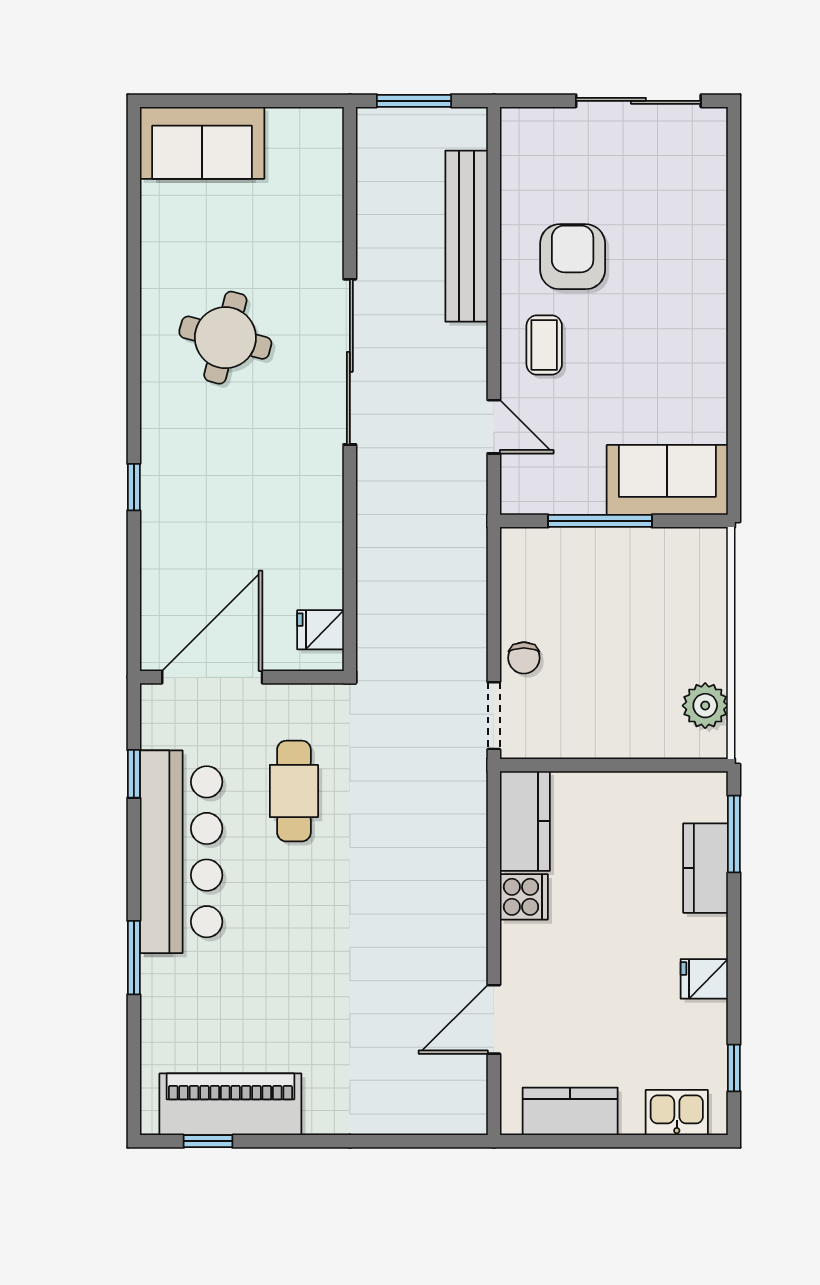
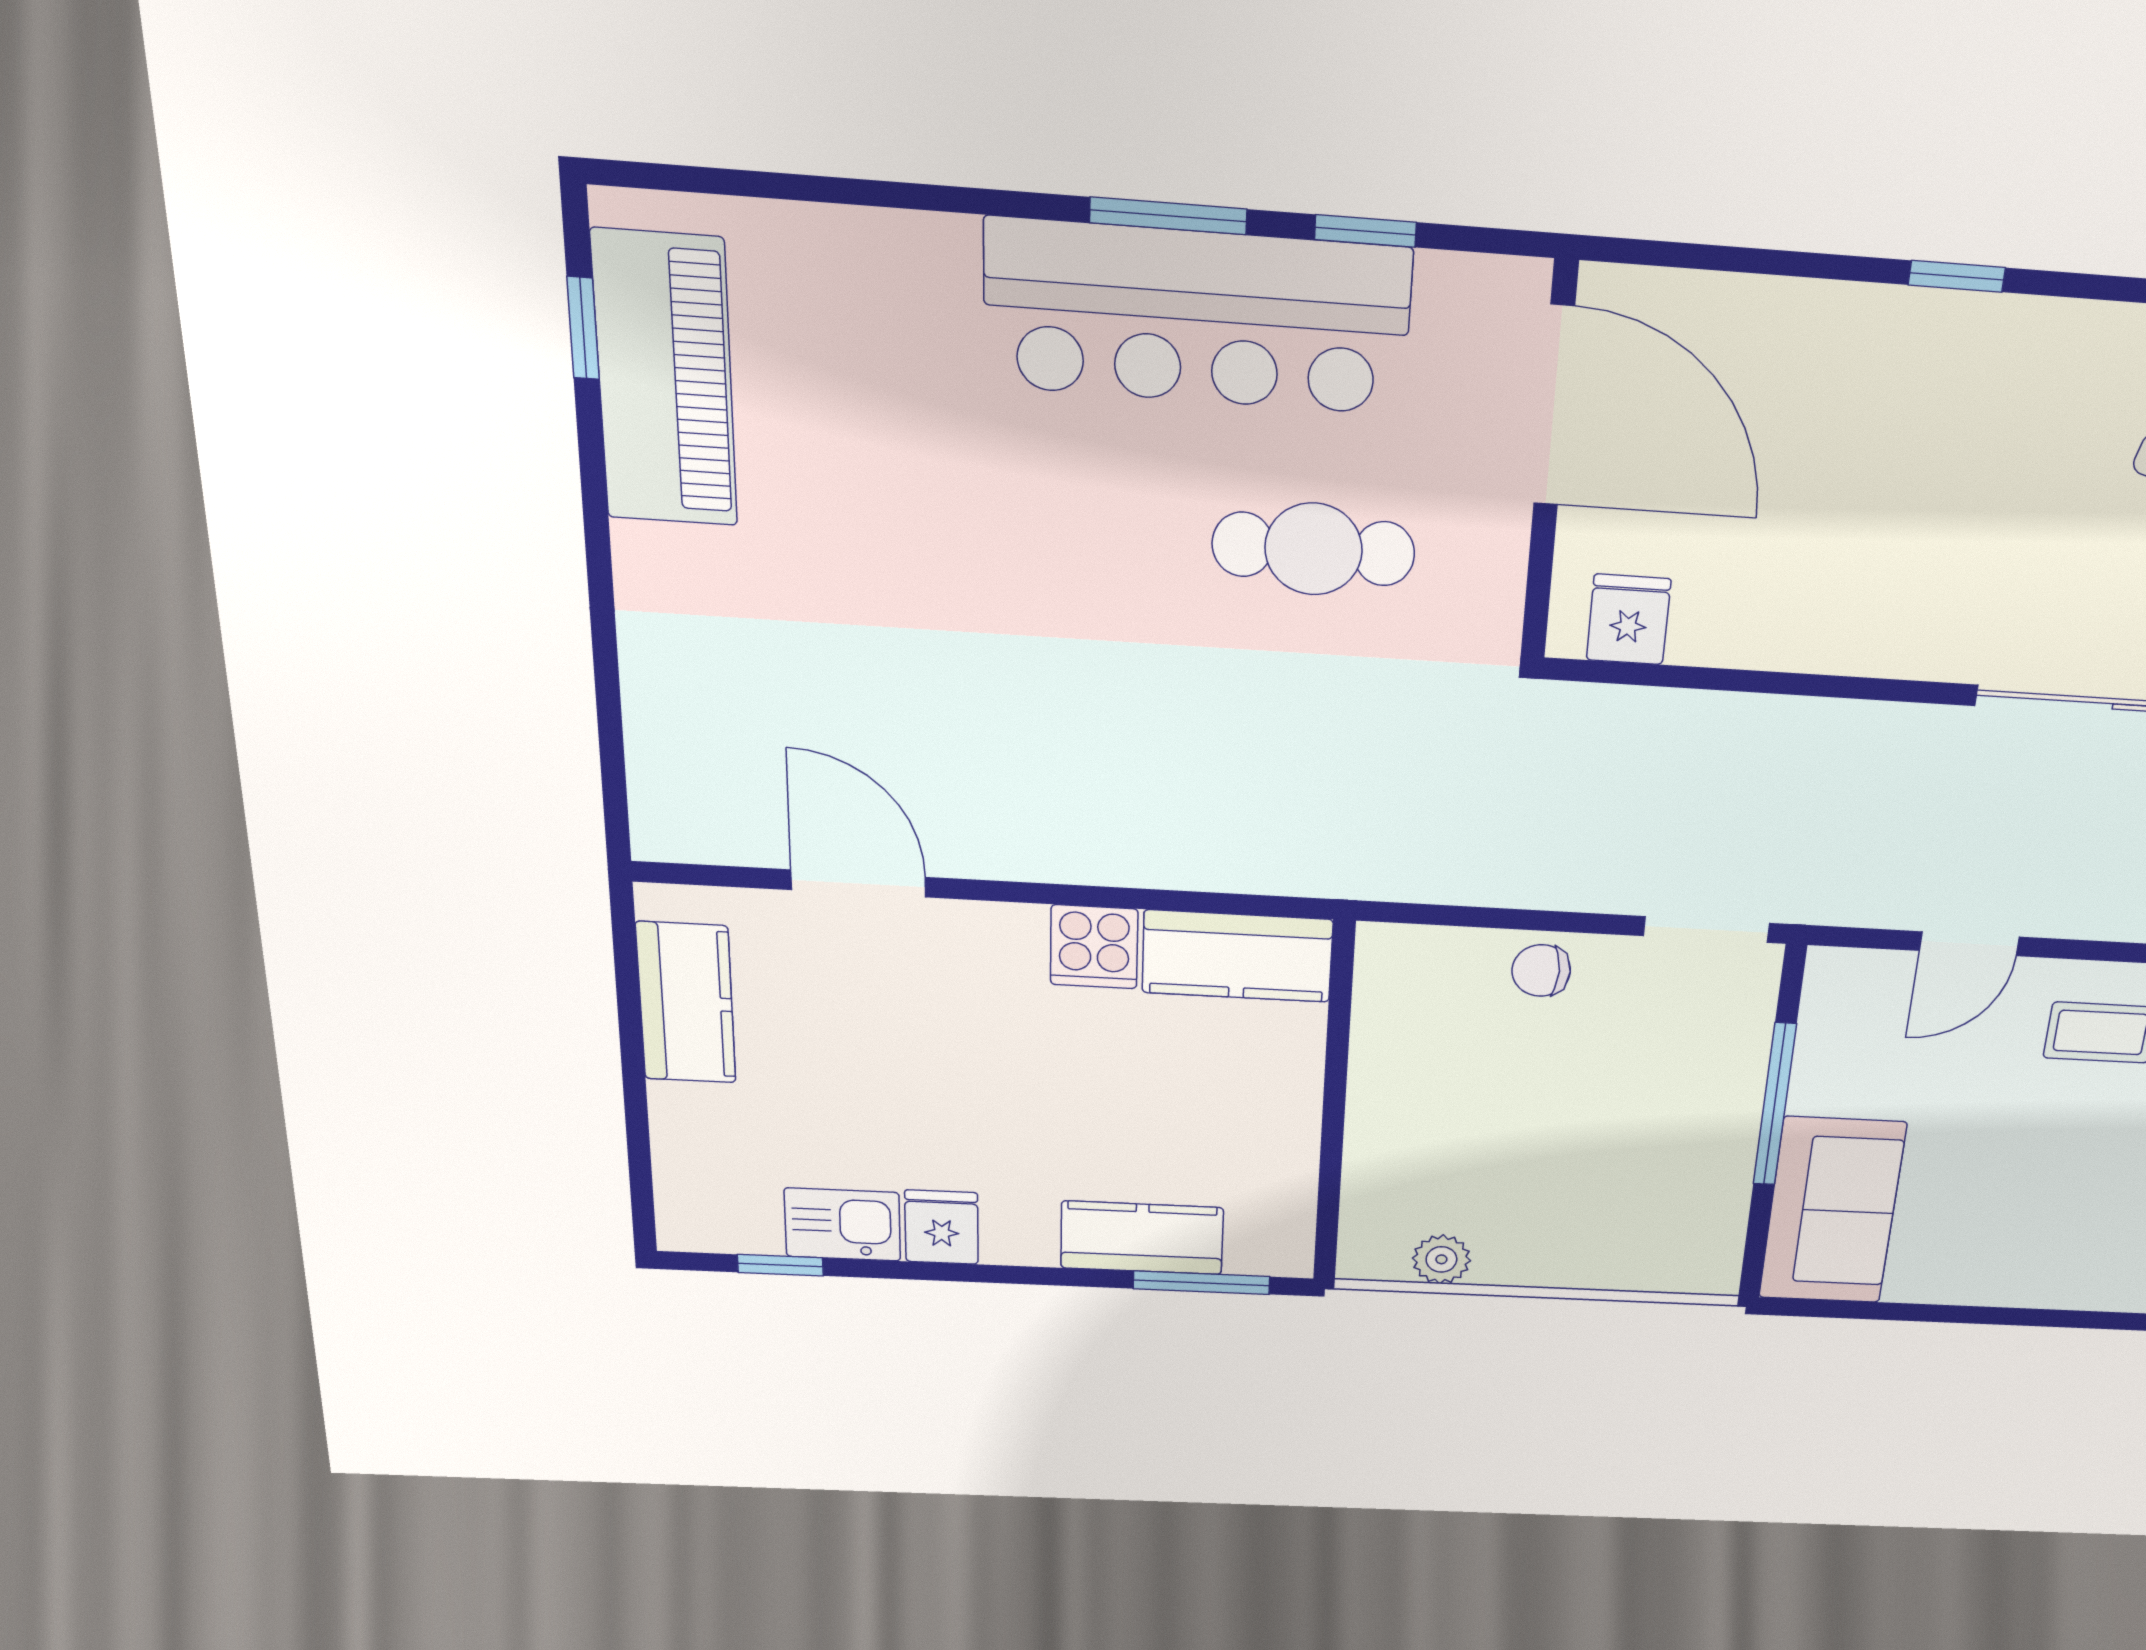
plant: (705, 706) -> (1441, 1259), width x0.73, depth x0.73
doorway: (494, 716) -> (1706, 930), moved
window: (134, 958) -> (1168, 216), moved
kitchen sink: (677, 1113) -> (843, 1225), moved, turned -90

